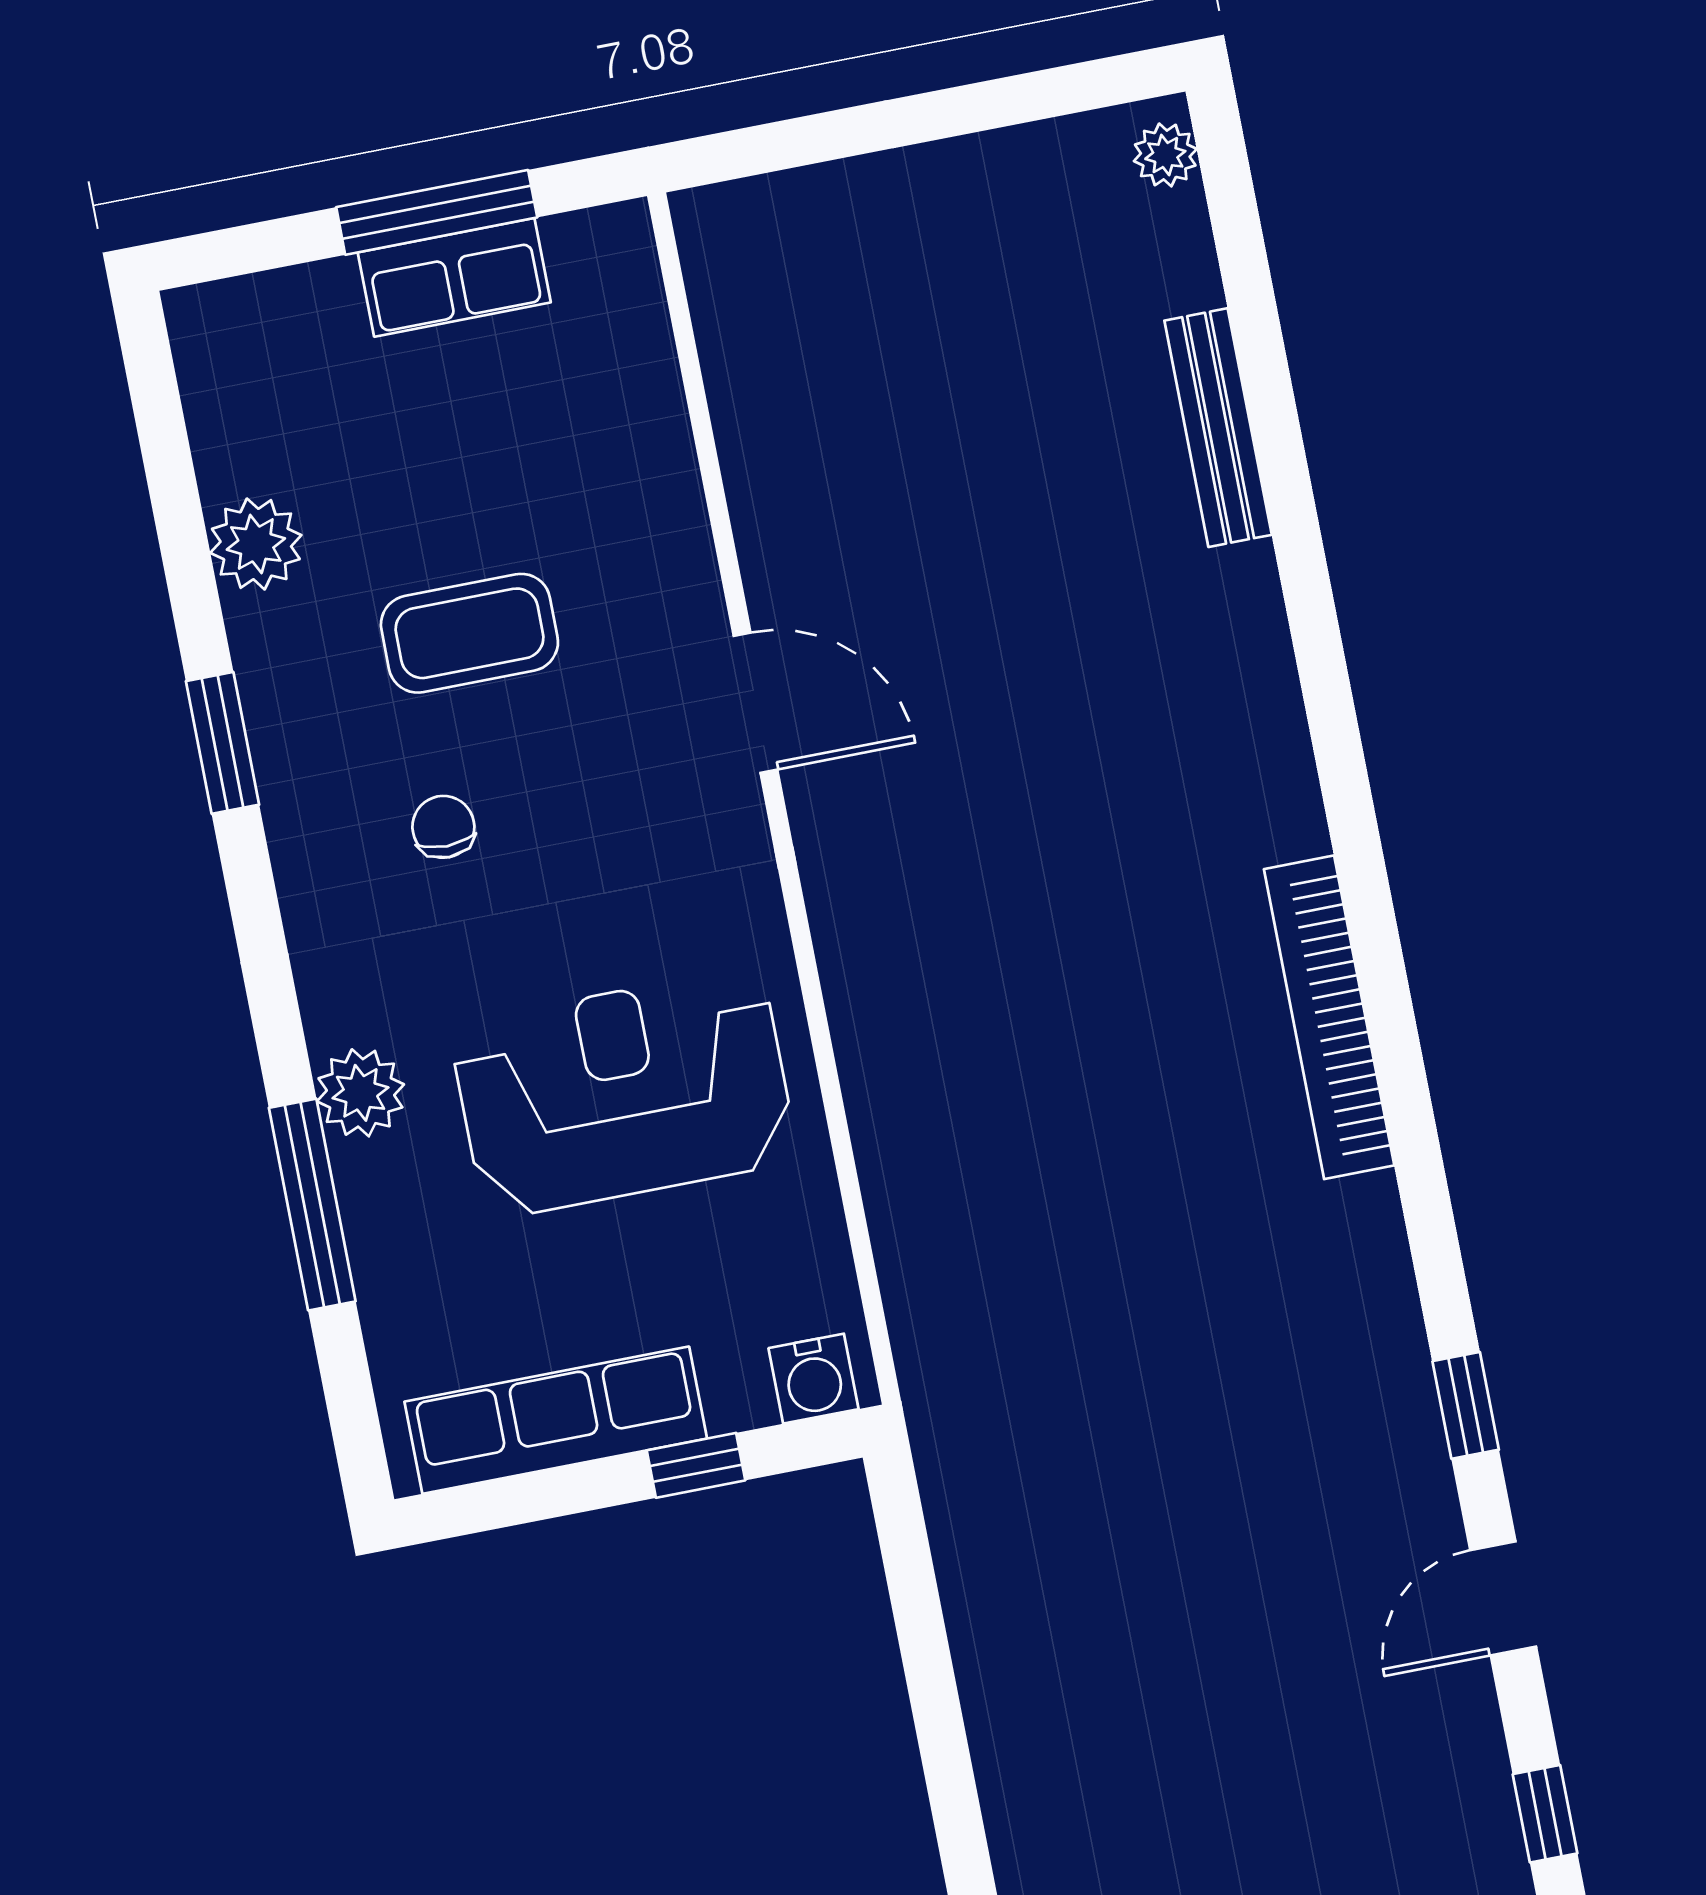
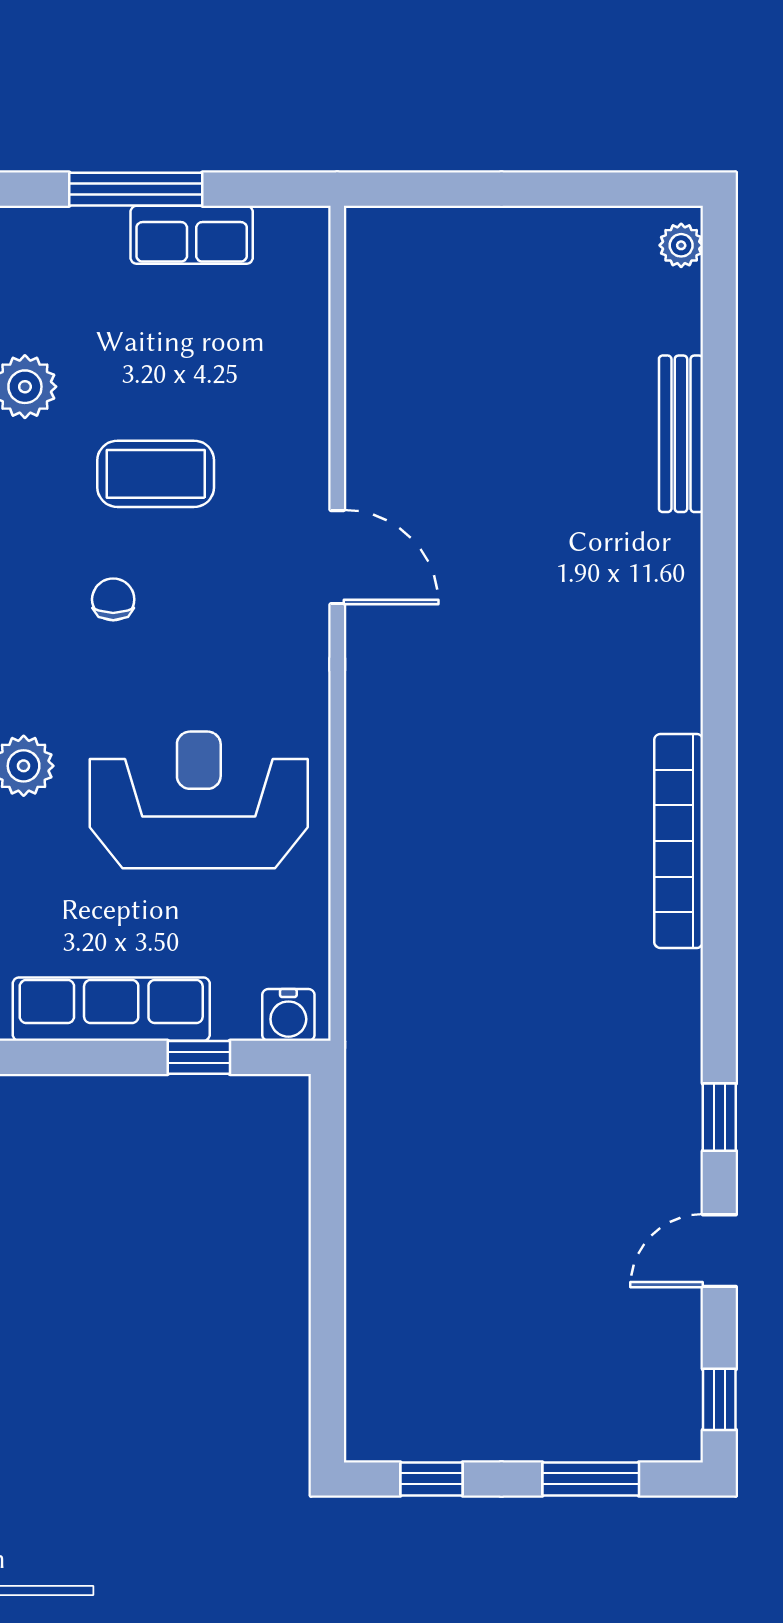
window: (437, 212) -> (136, 189), moved

